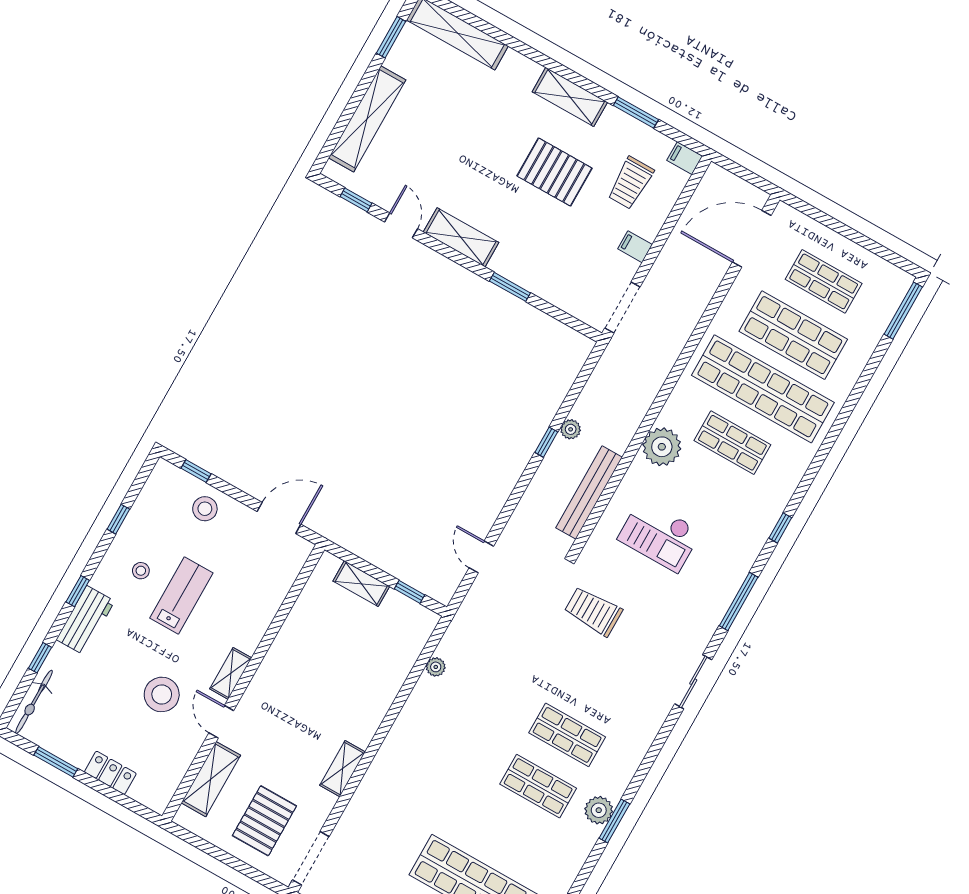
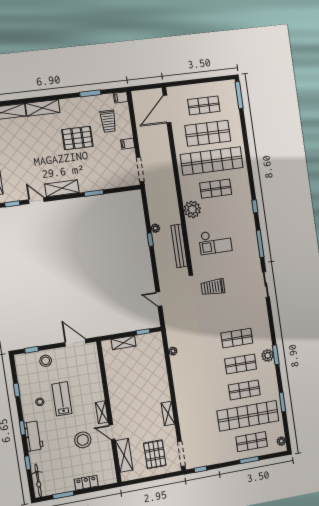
shelving: (570, 97) -> (43, 108), moved
door: (279, 518) -> (75, 343), hinge flipped
shop shelf: (509, 837) -> (244, 390), added

